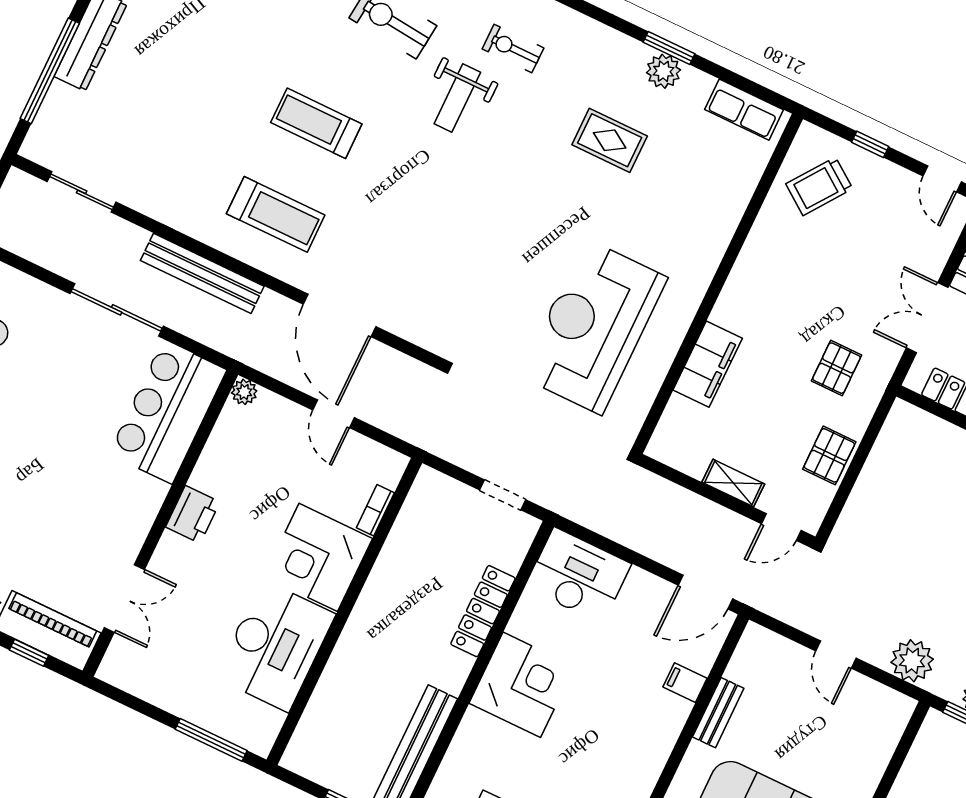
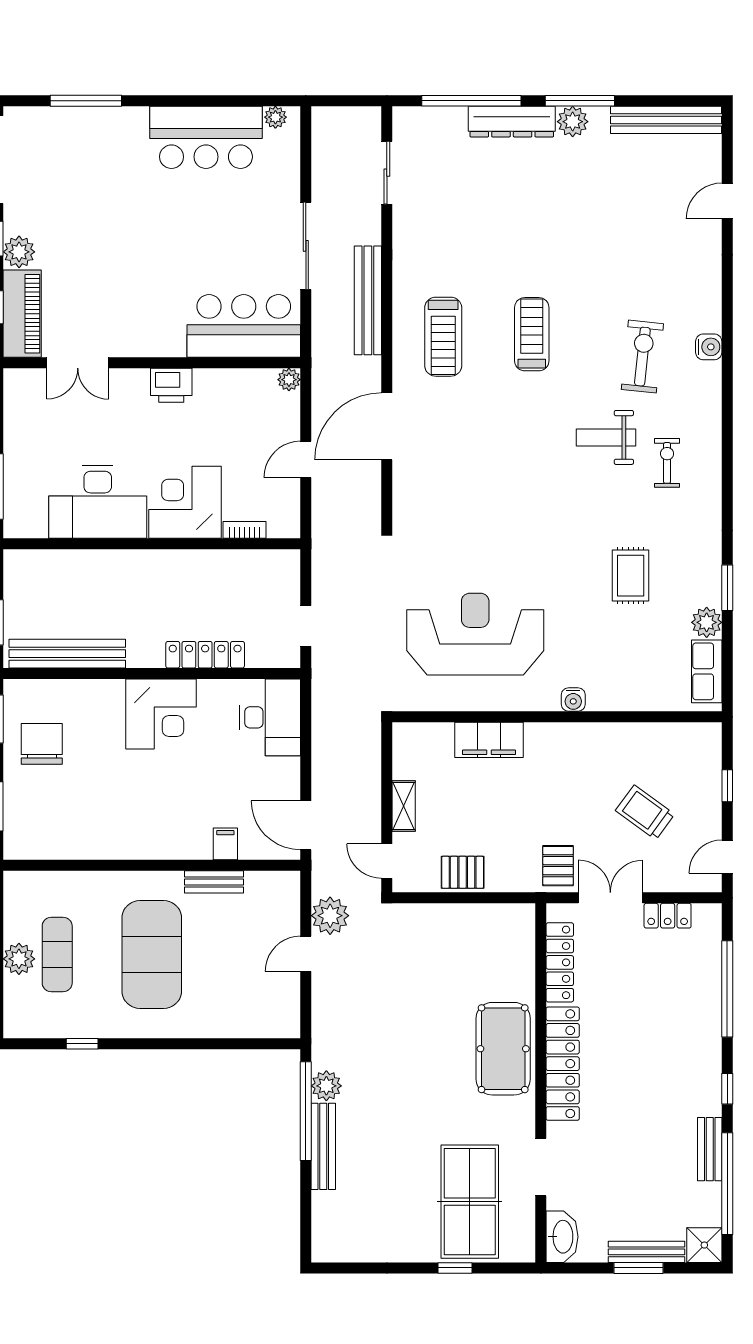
plant: (663, 71) -> (707, 622), moved
trolley: (819, 186) -> (645, 812), moved
water cooler: (708, 259) -> (573, 700), added
pallet: (837, 368) -> (558, 866), moved, turned 90
plant: (912, 661) -> (330, 916), moved

